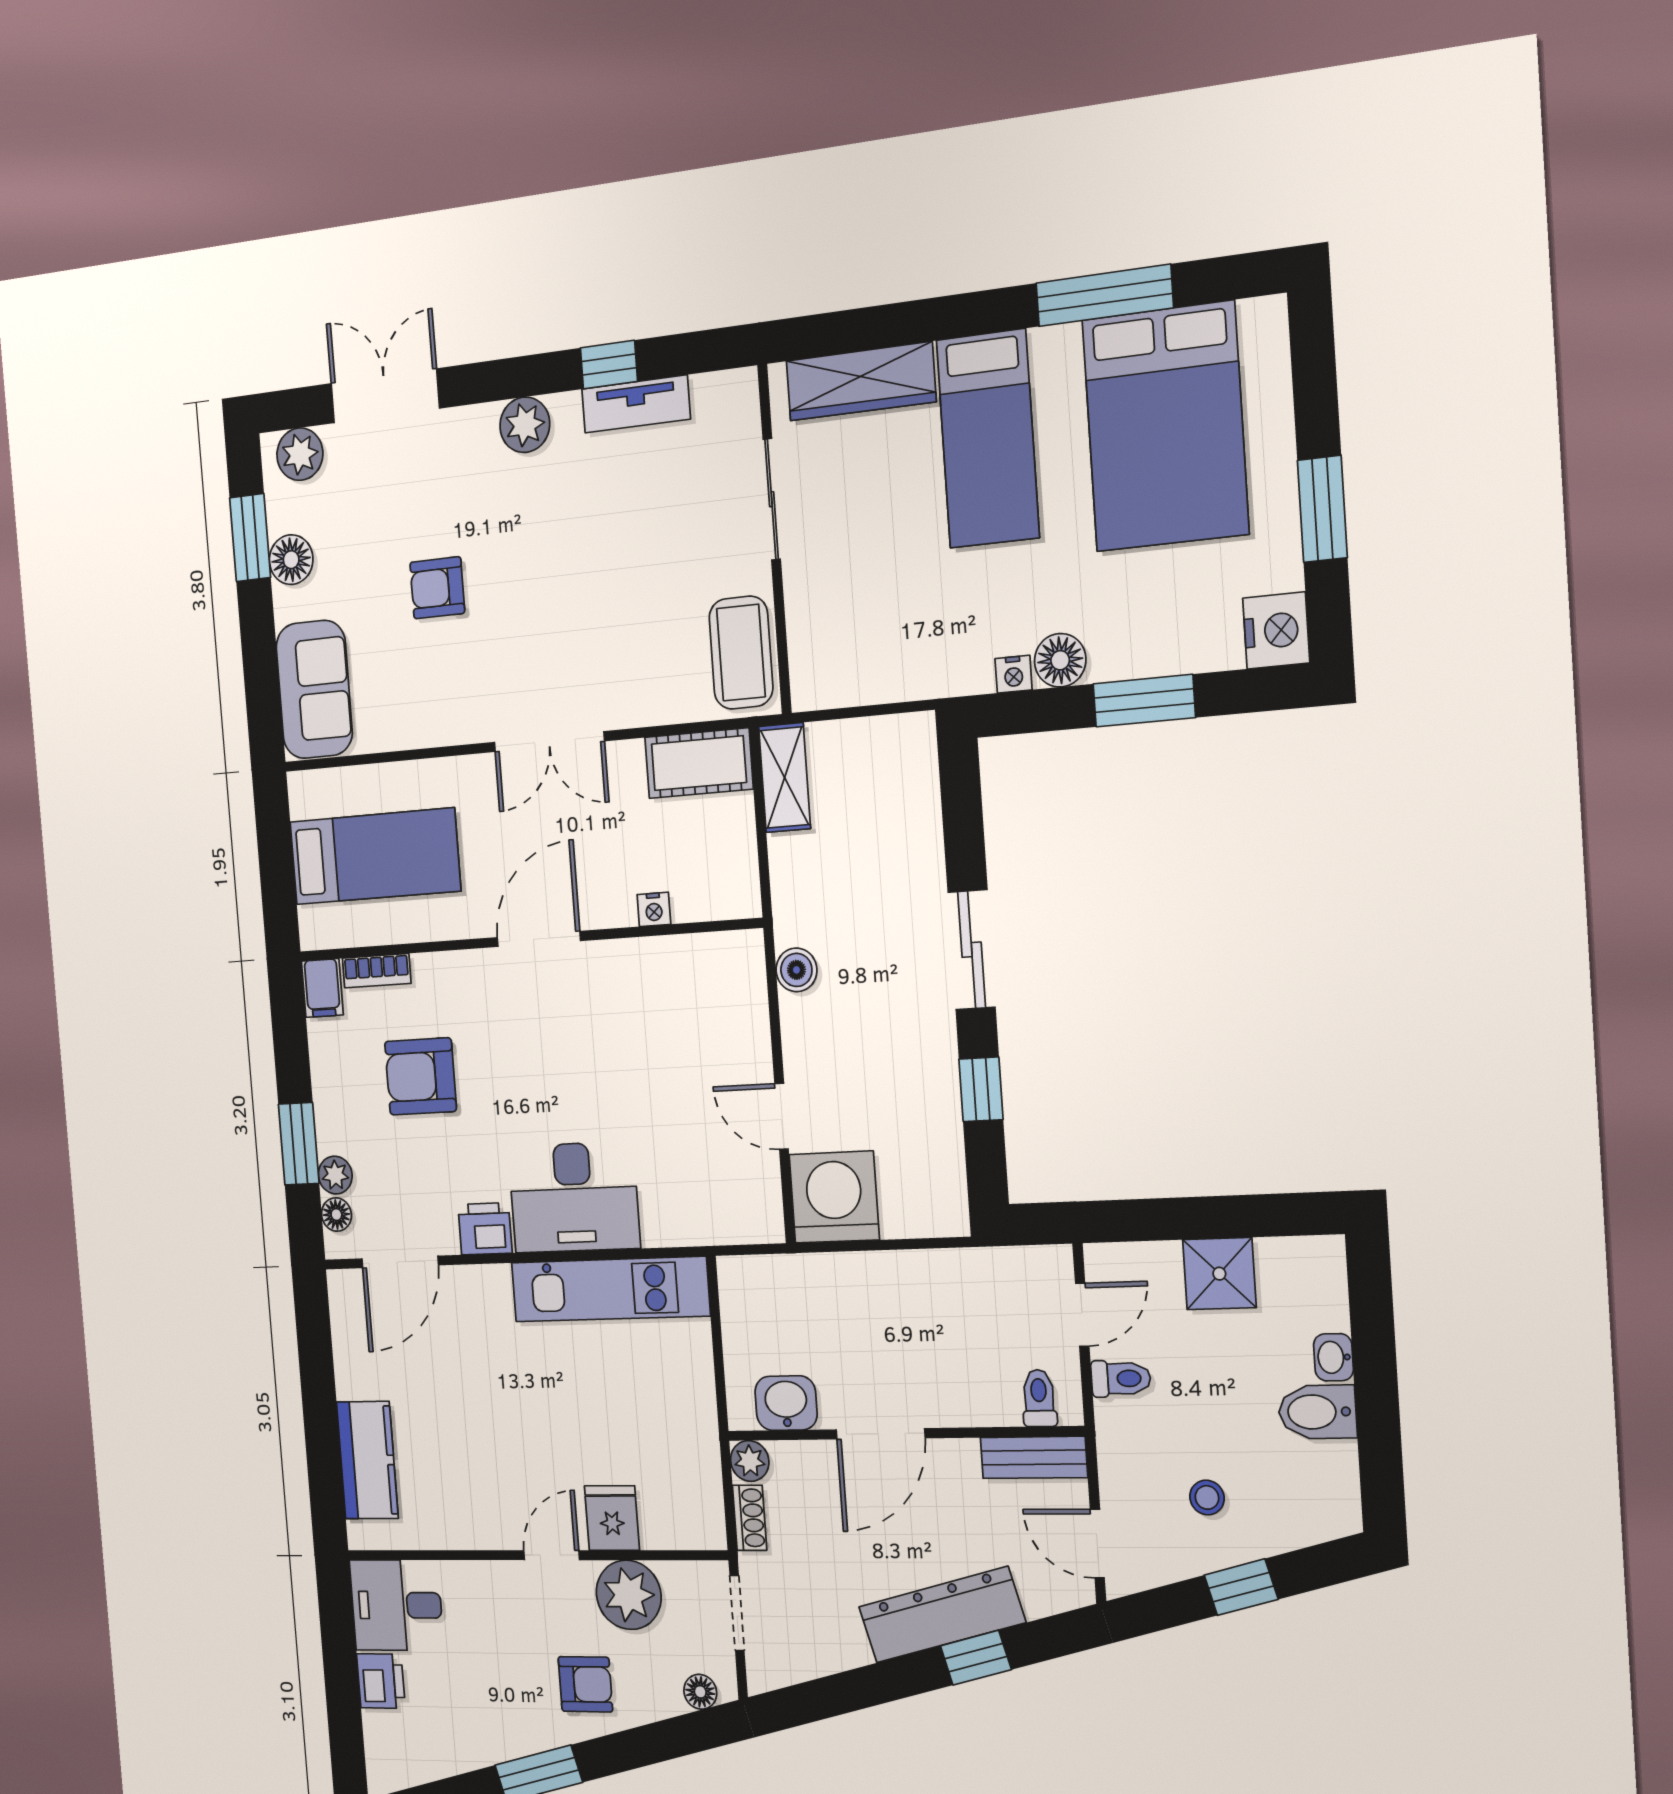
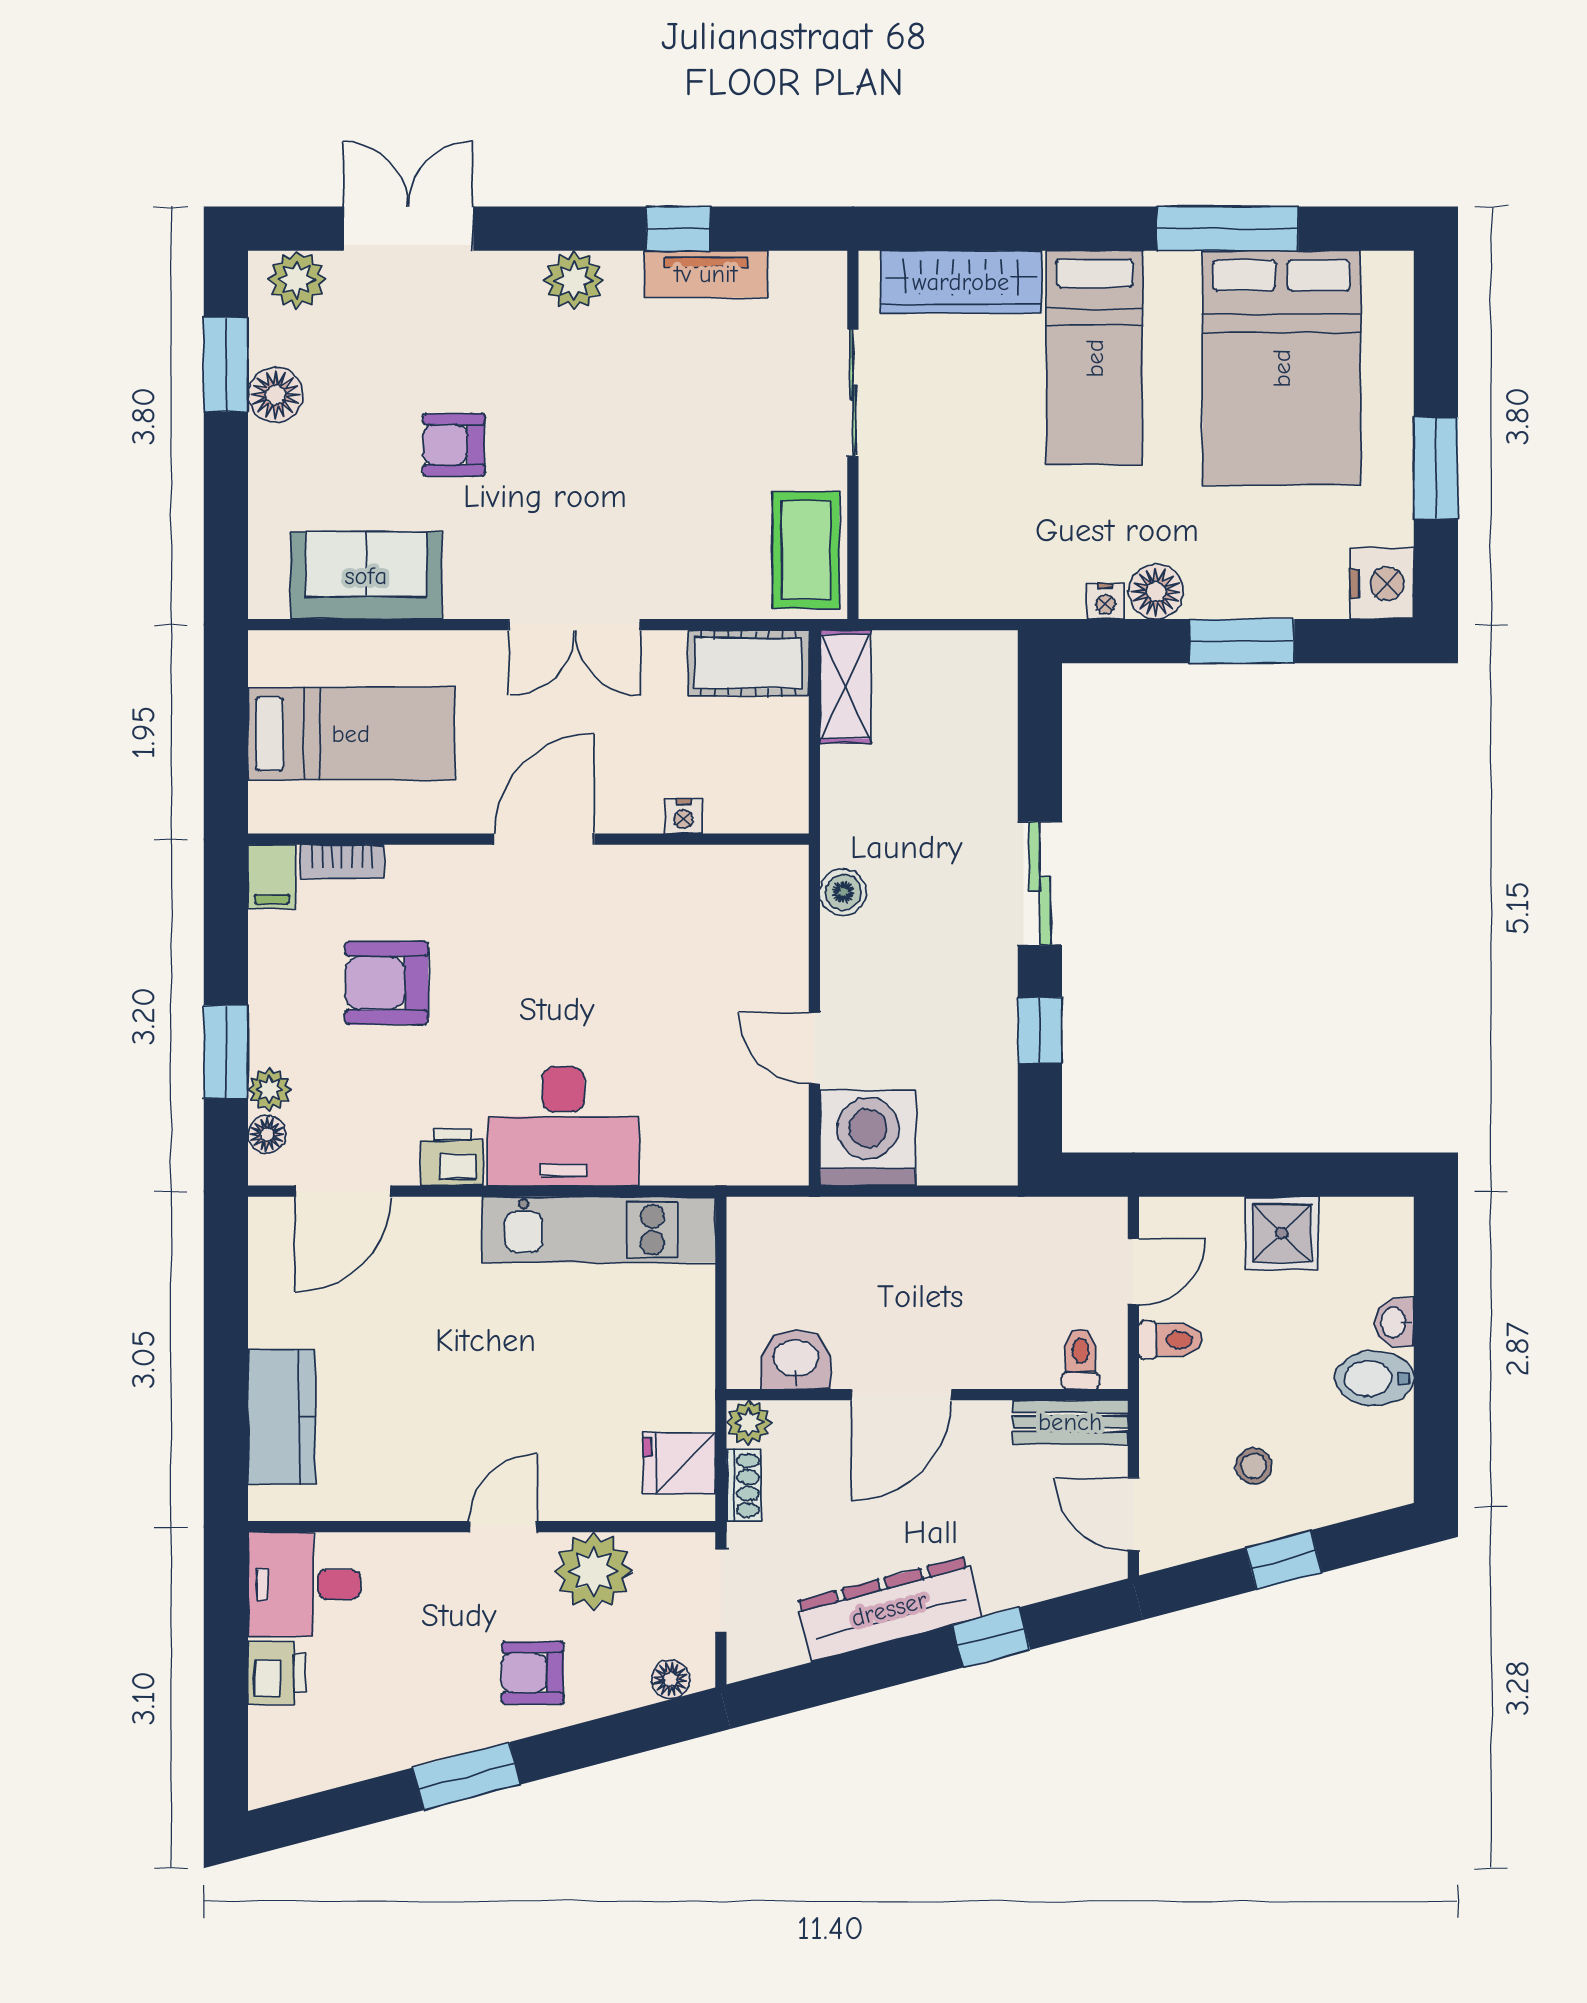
sofa: (314, 689) -> (366, 576), moved, turned -90
fridge: (612, 1518) -> (679, 1463), moved, turned -90
dresser: (942, 1615) -> (889, 1609), moved
armchair: (585, 1684) -> (533, 1673), turned 180

